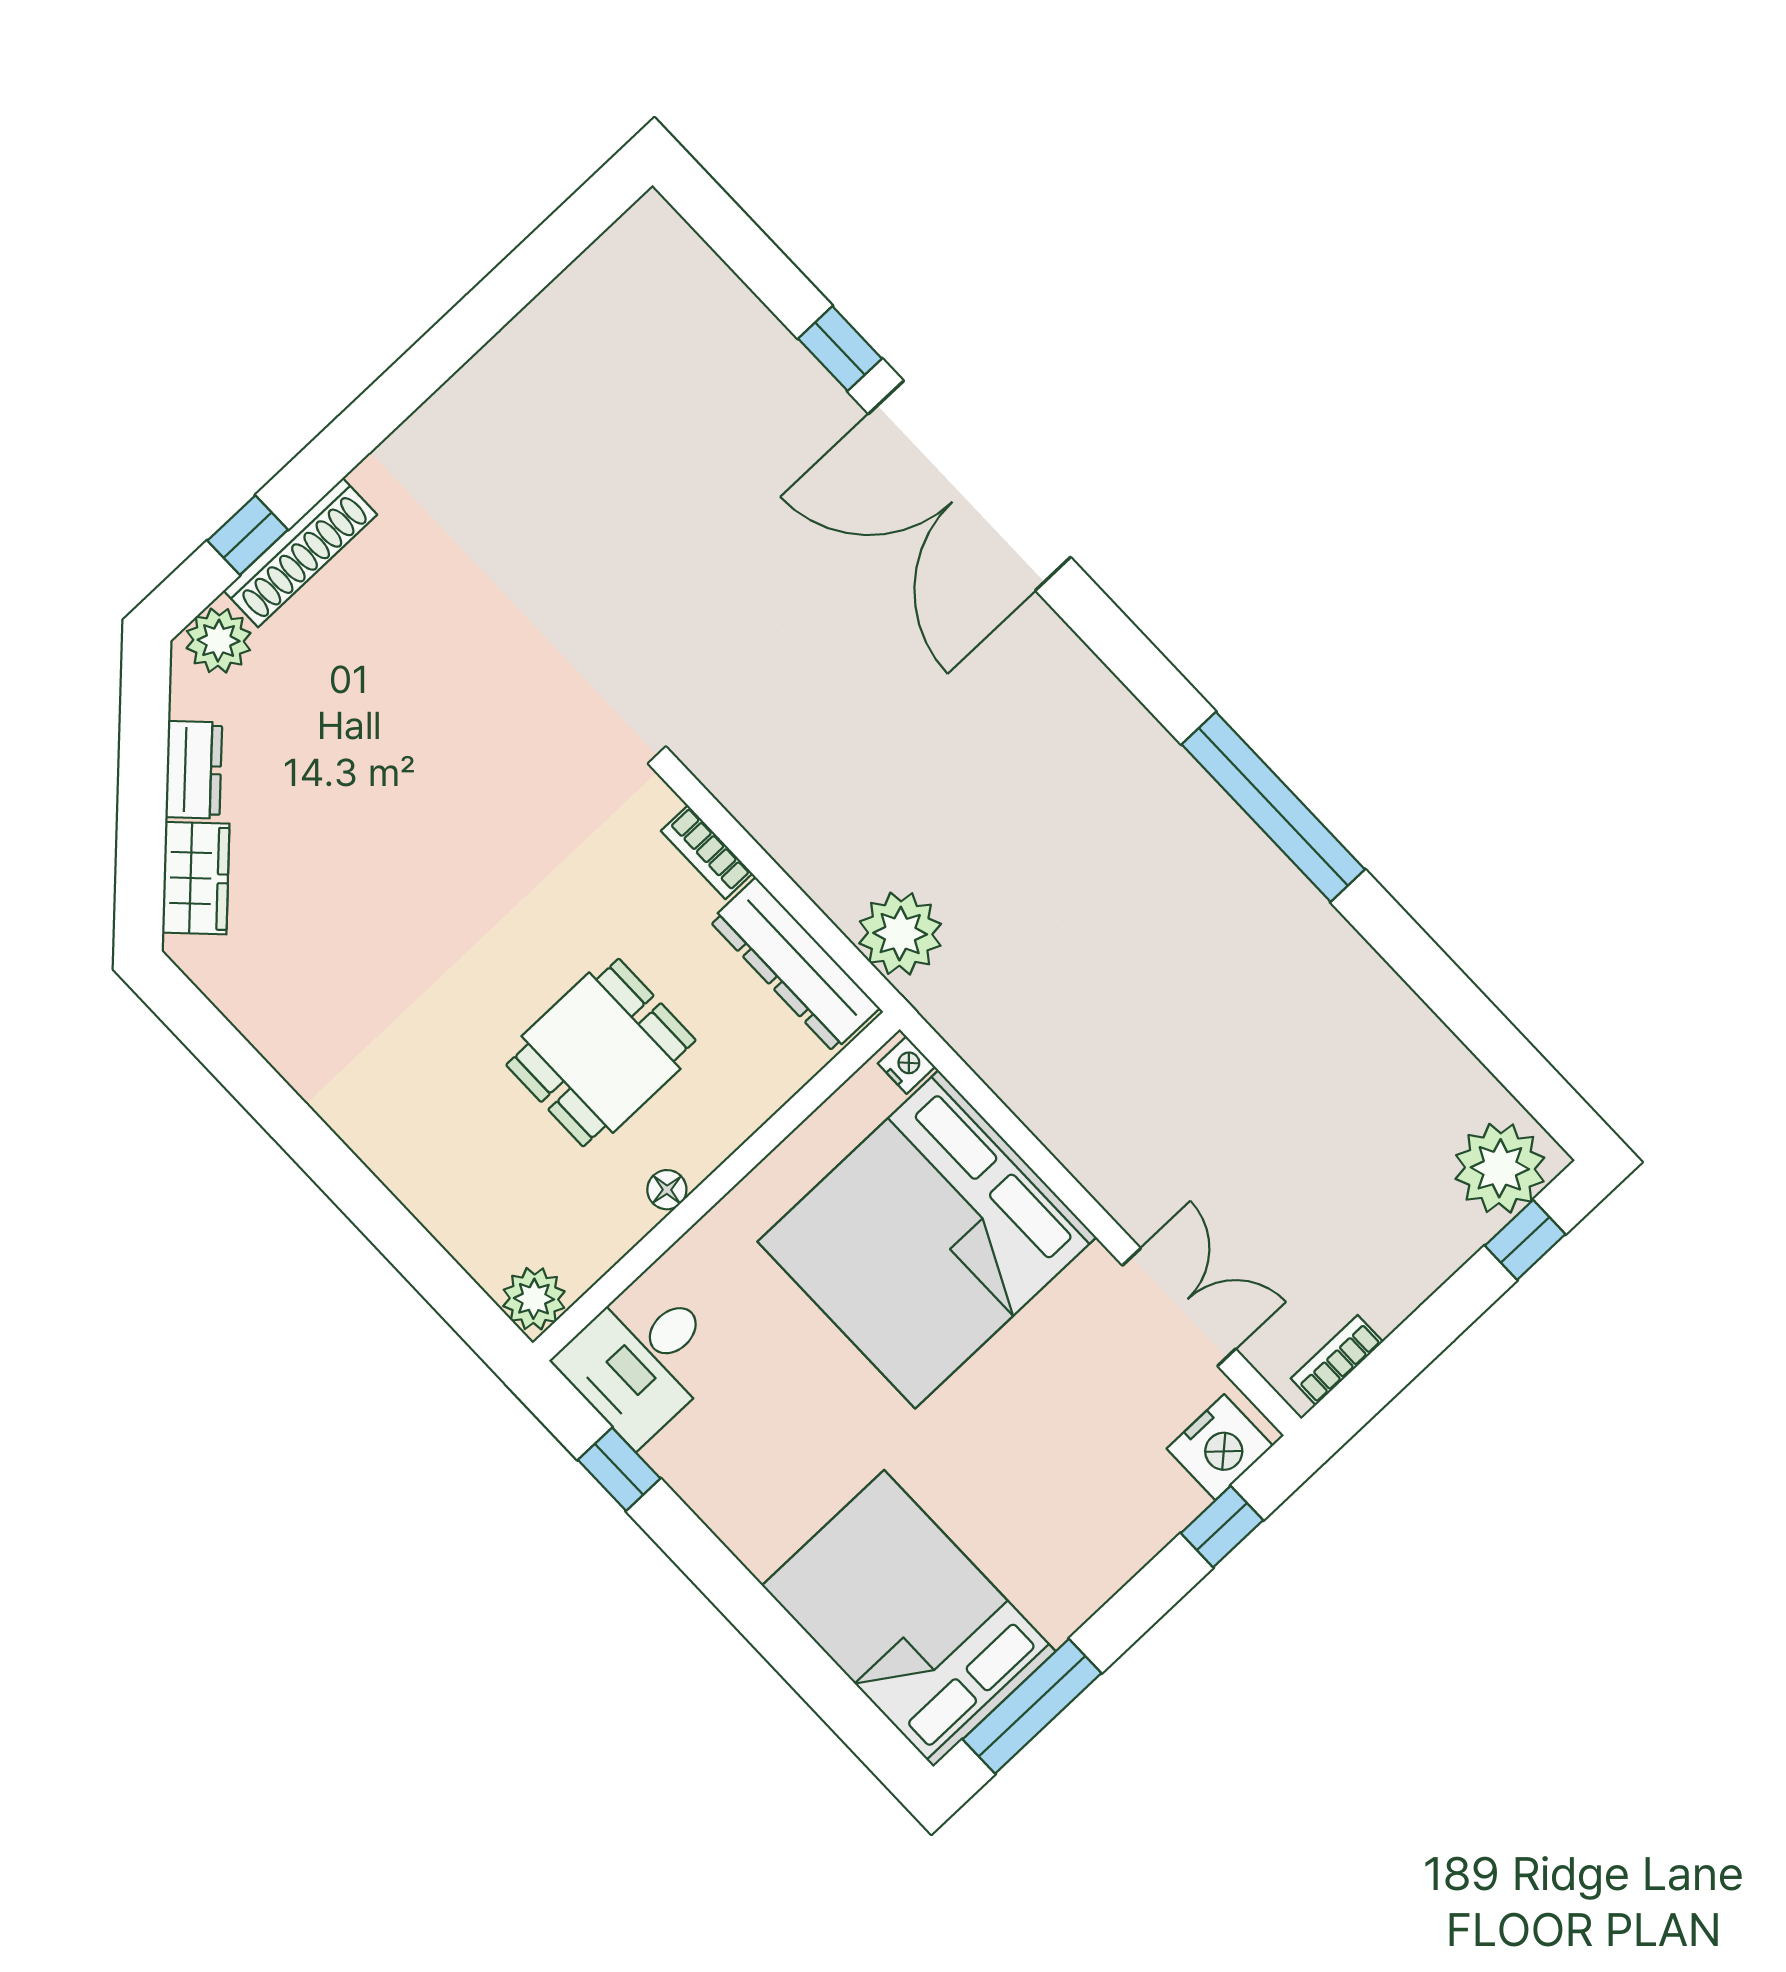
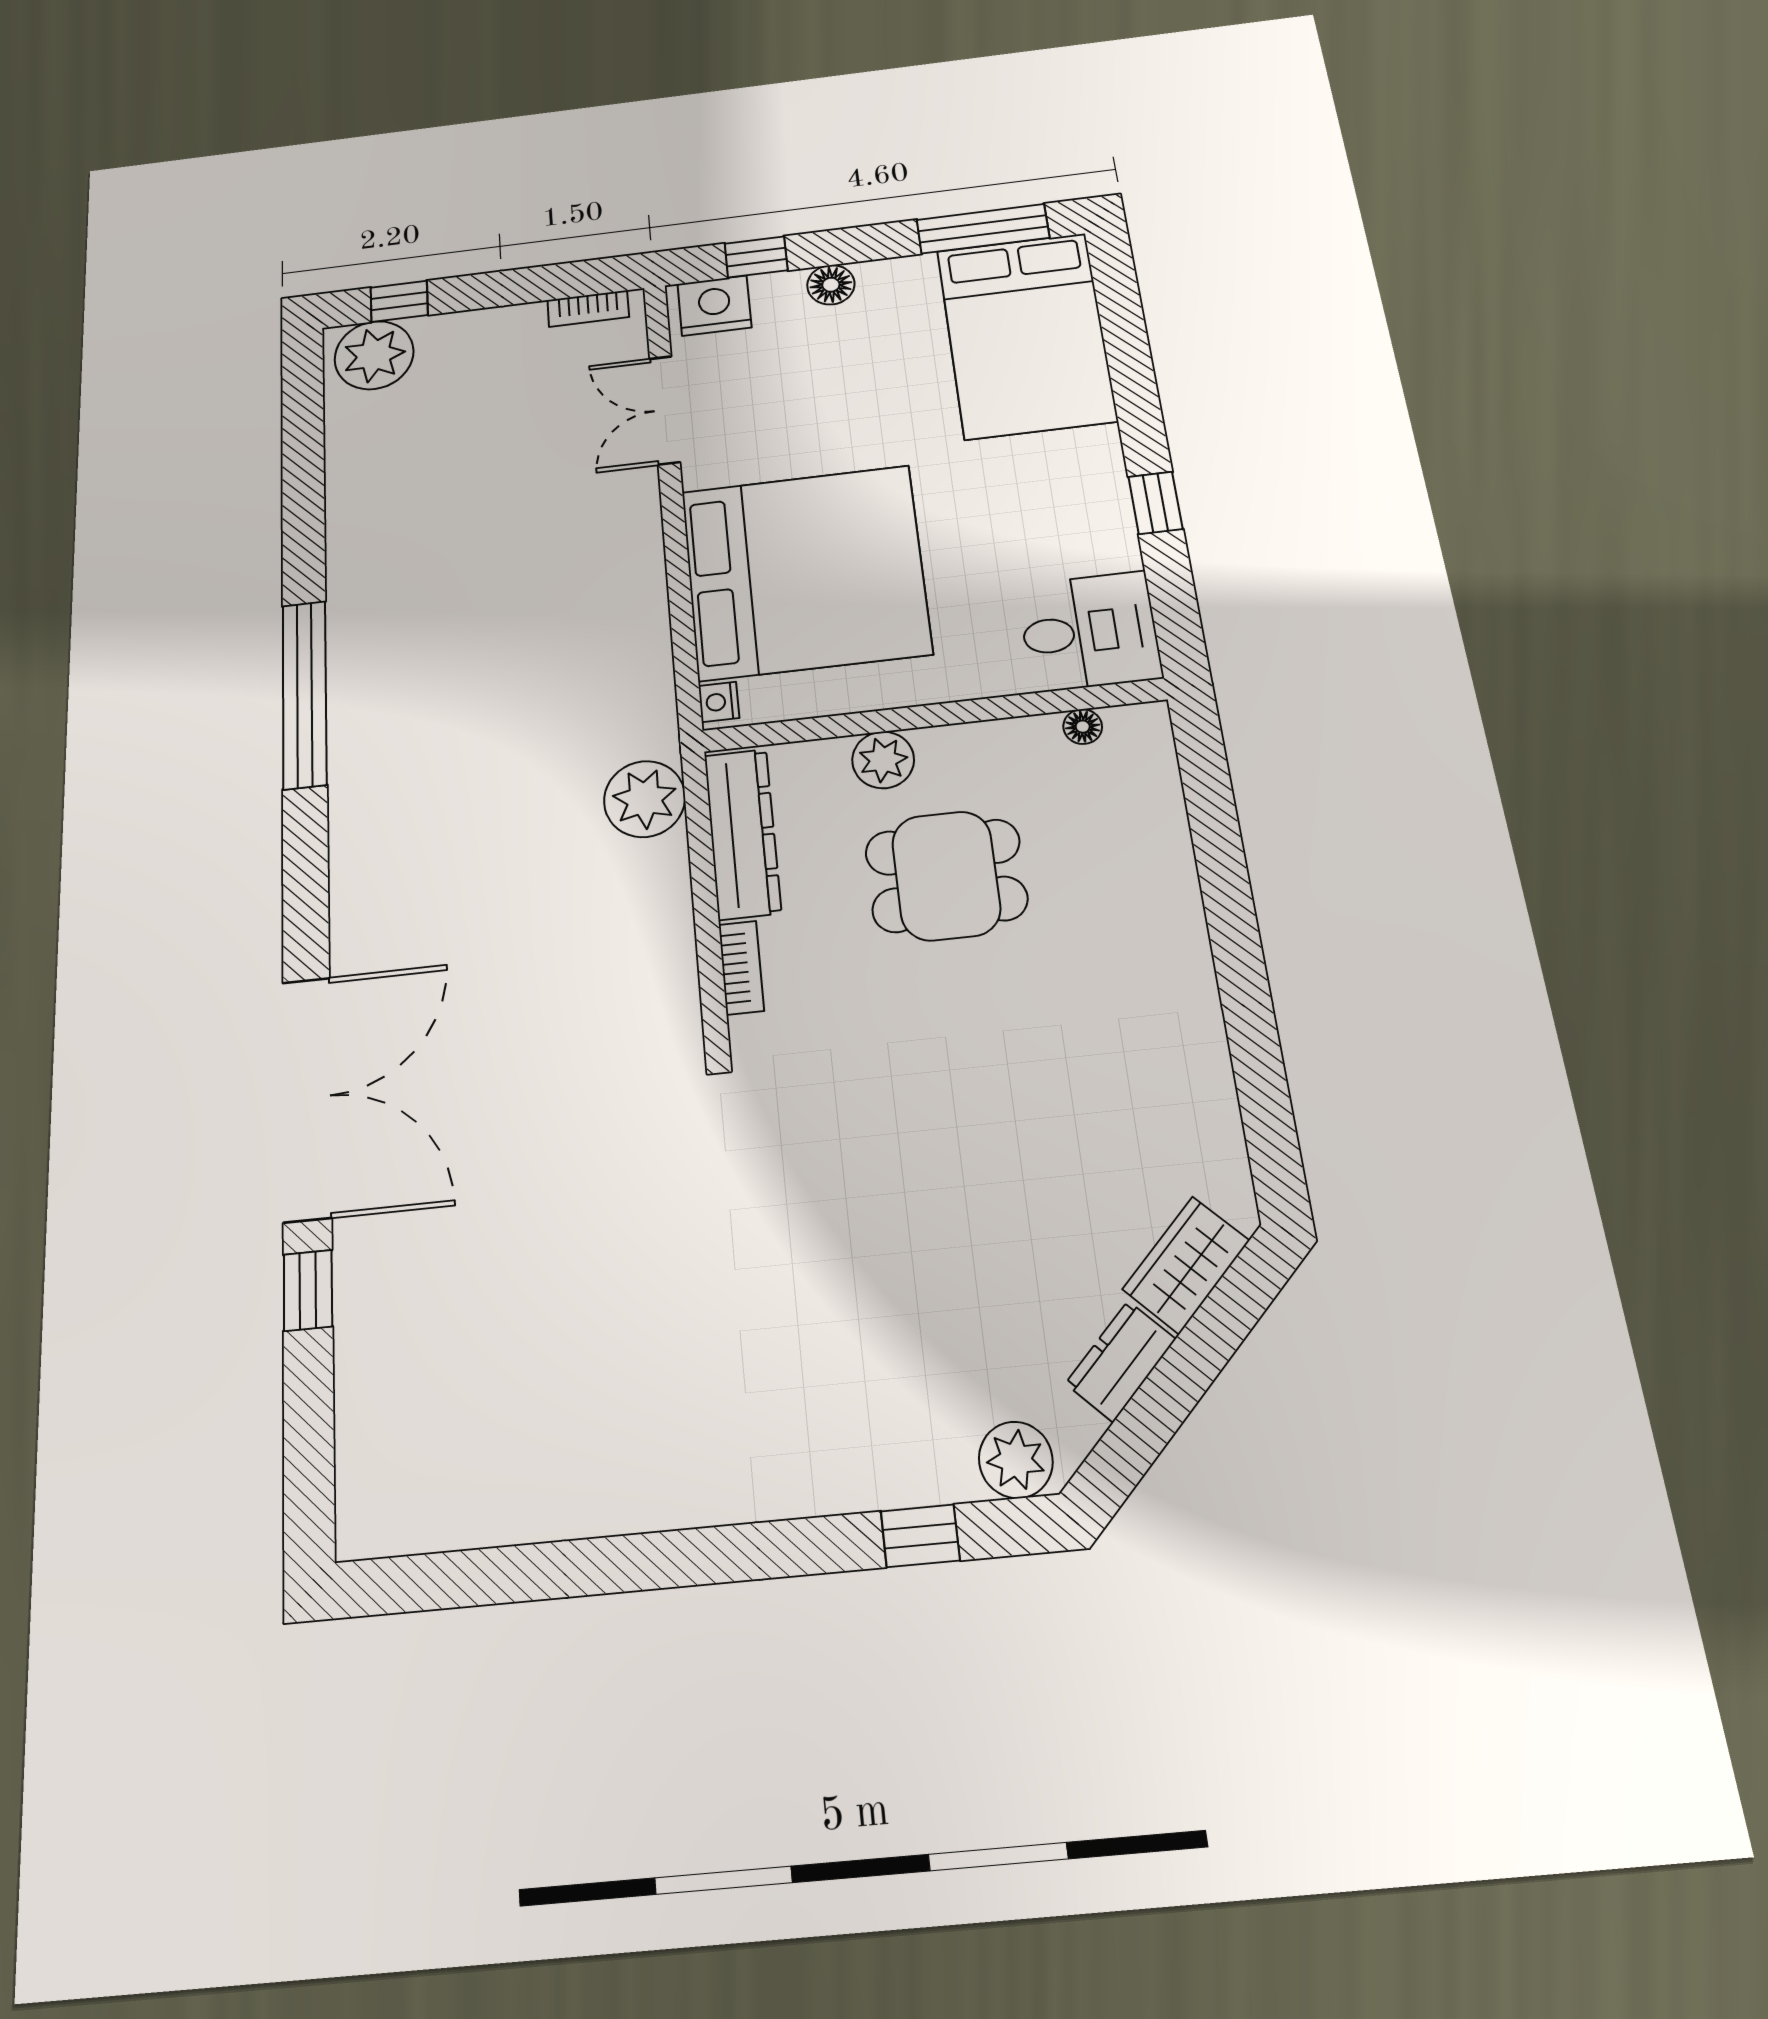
shoe rack: (300, 553) -> (885, 1481), removed
floor lamp: (667, 1190) -> (1083, 727), moved
plant: (534, 1299) -> (883, 760), moved
window: (619, 1469) -> (1155, 503), moved
floor lamp: (1128, 1546) -> (831, 285), added

